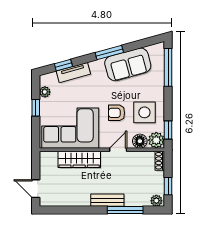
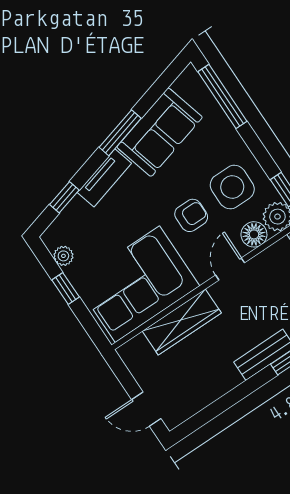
tv unit: (73, 73) -> (104, 178), moved
armchair: (117, 113) -> (191, 215), turned 180

